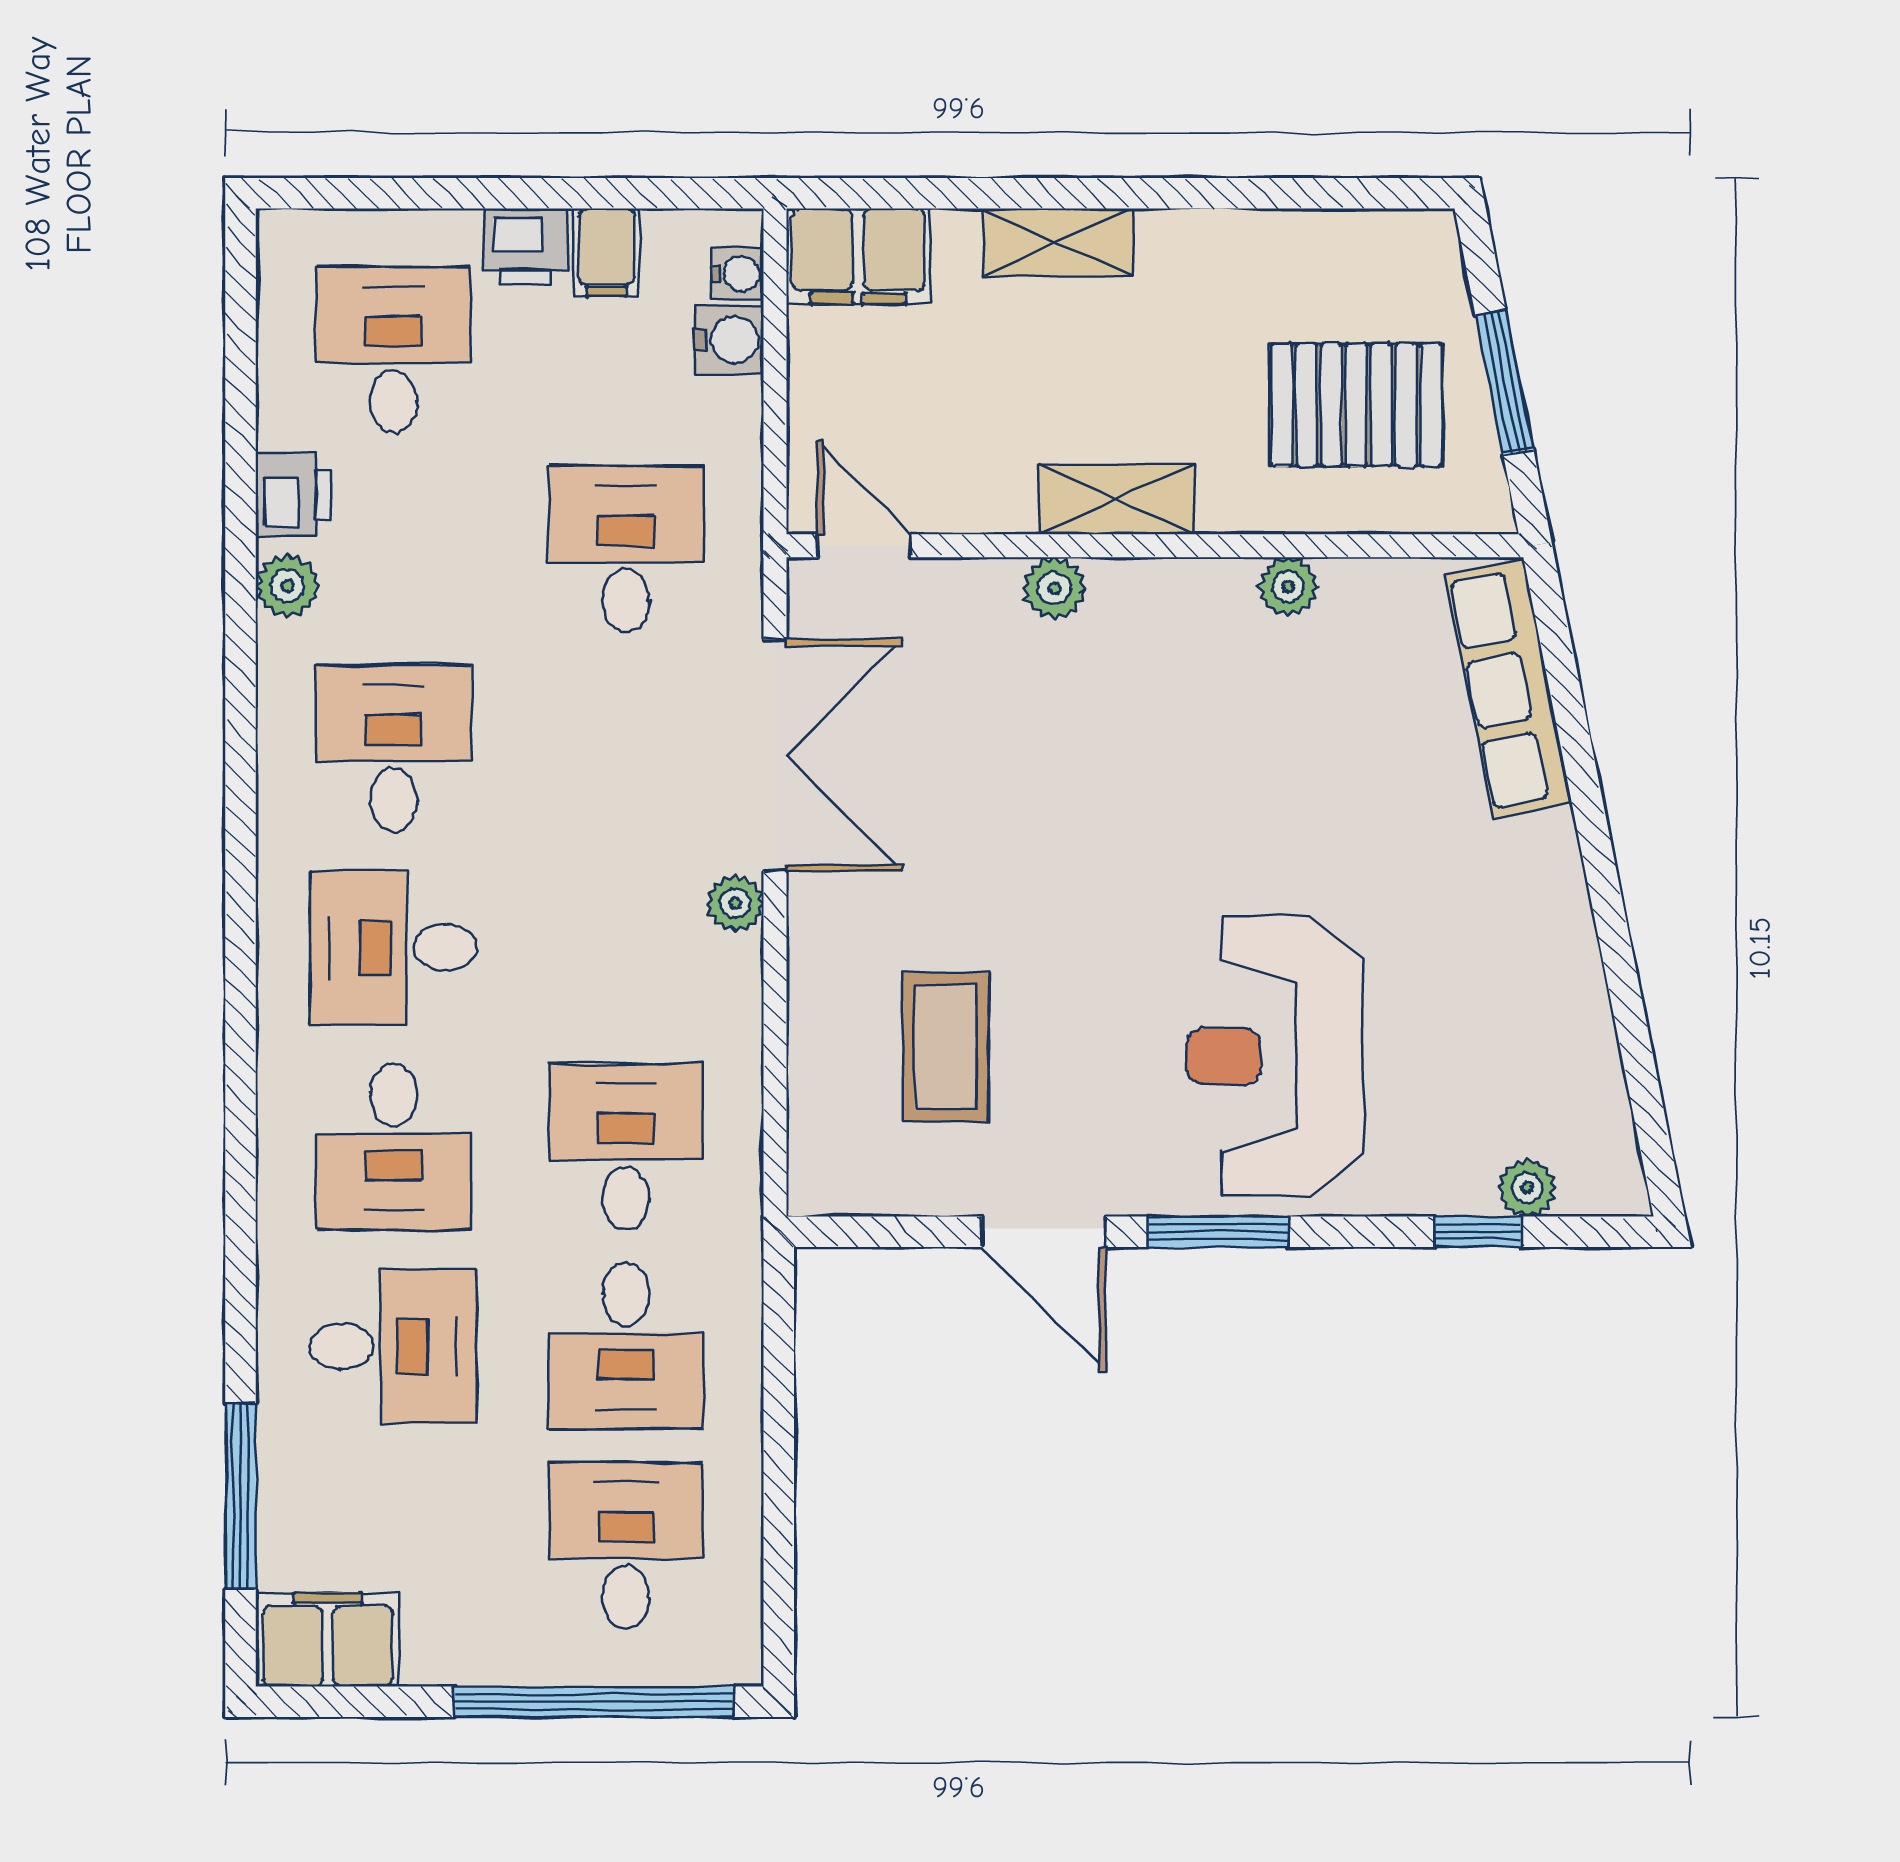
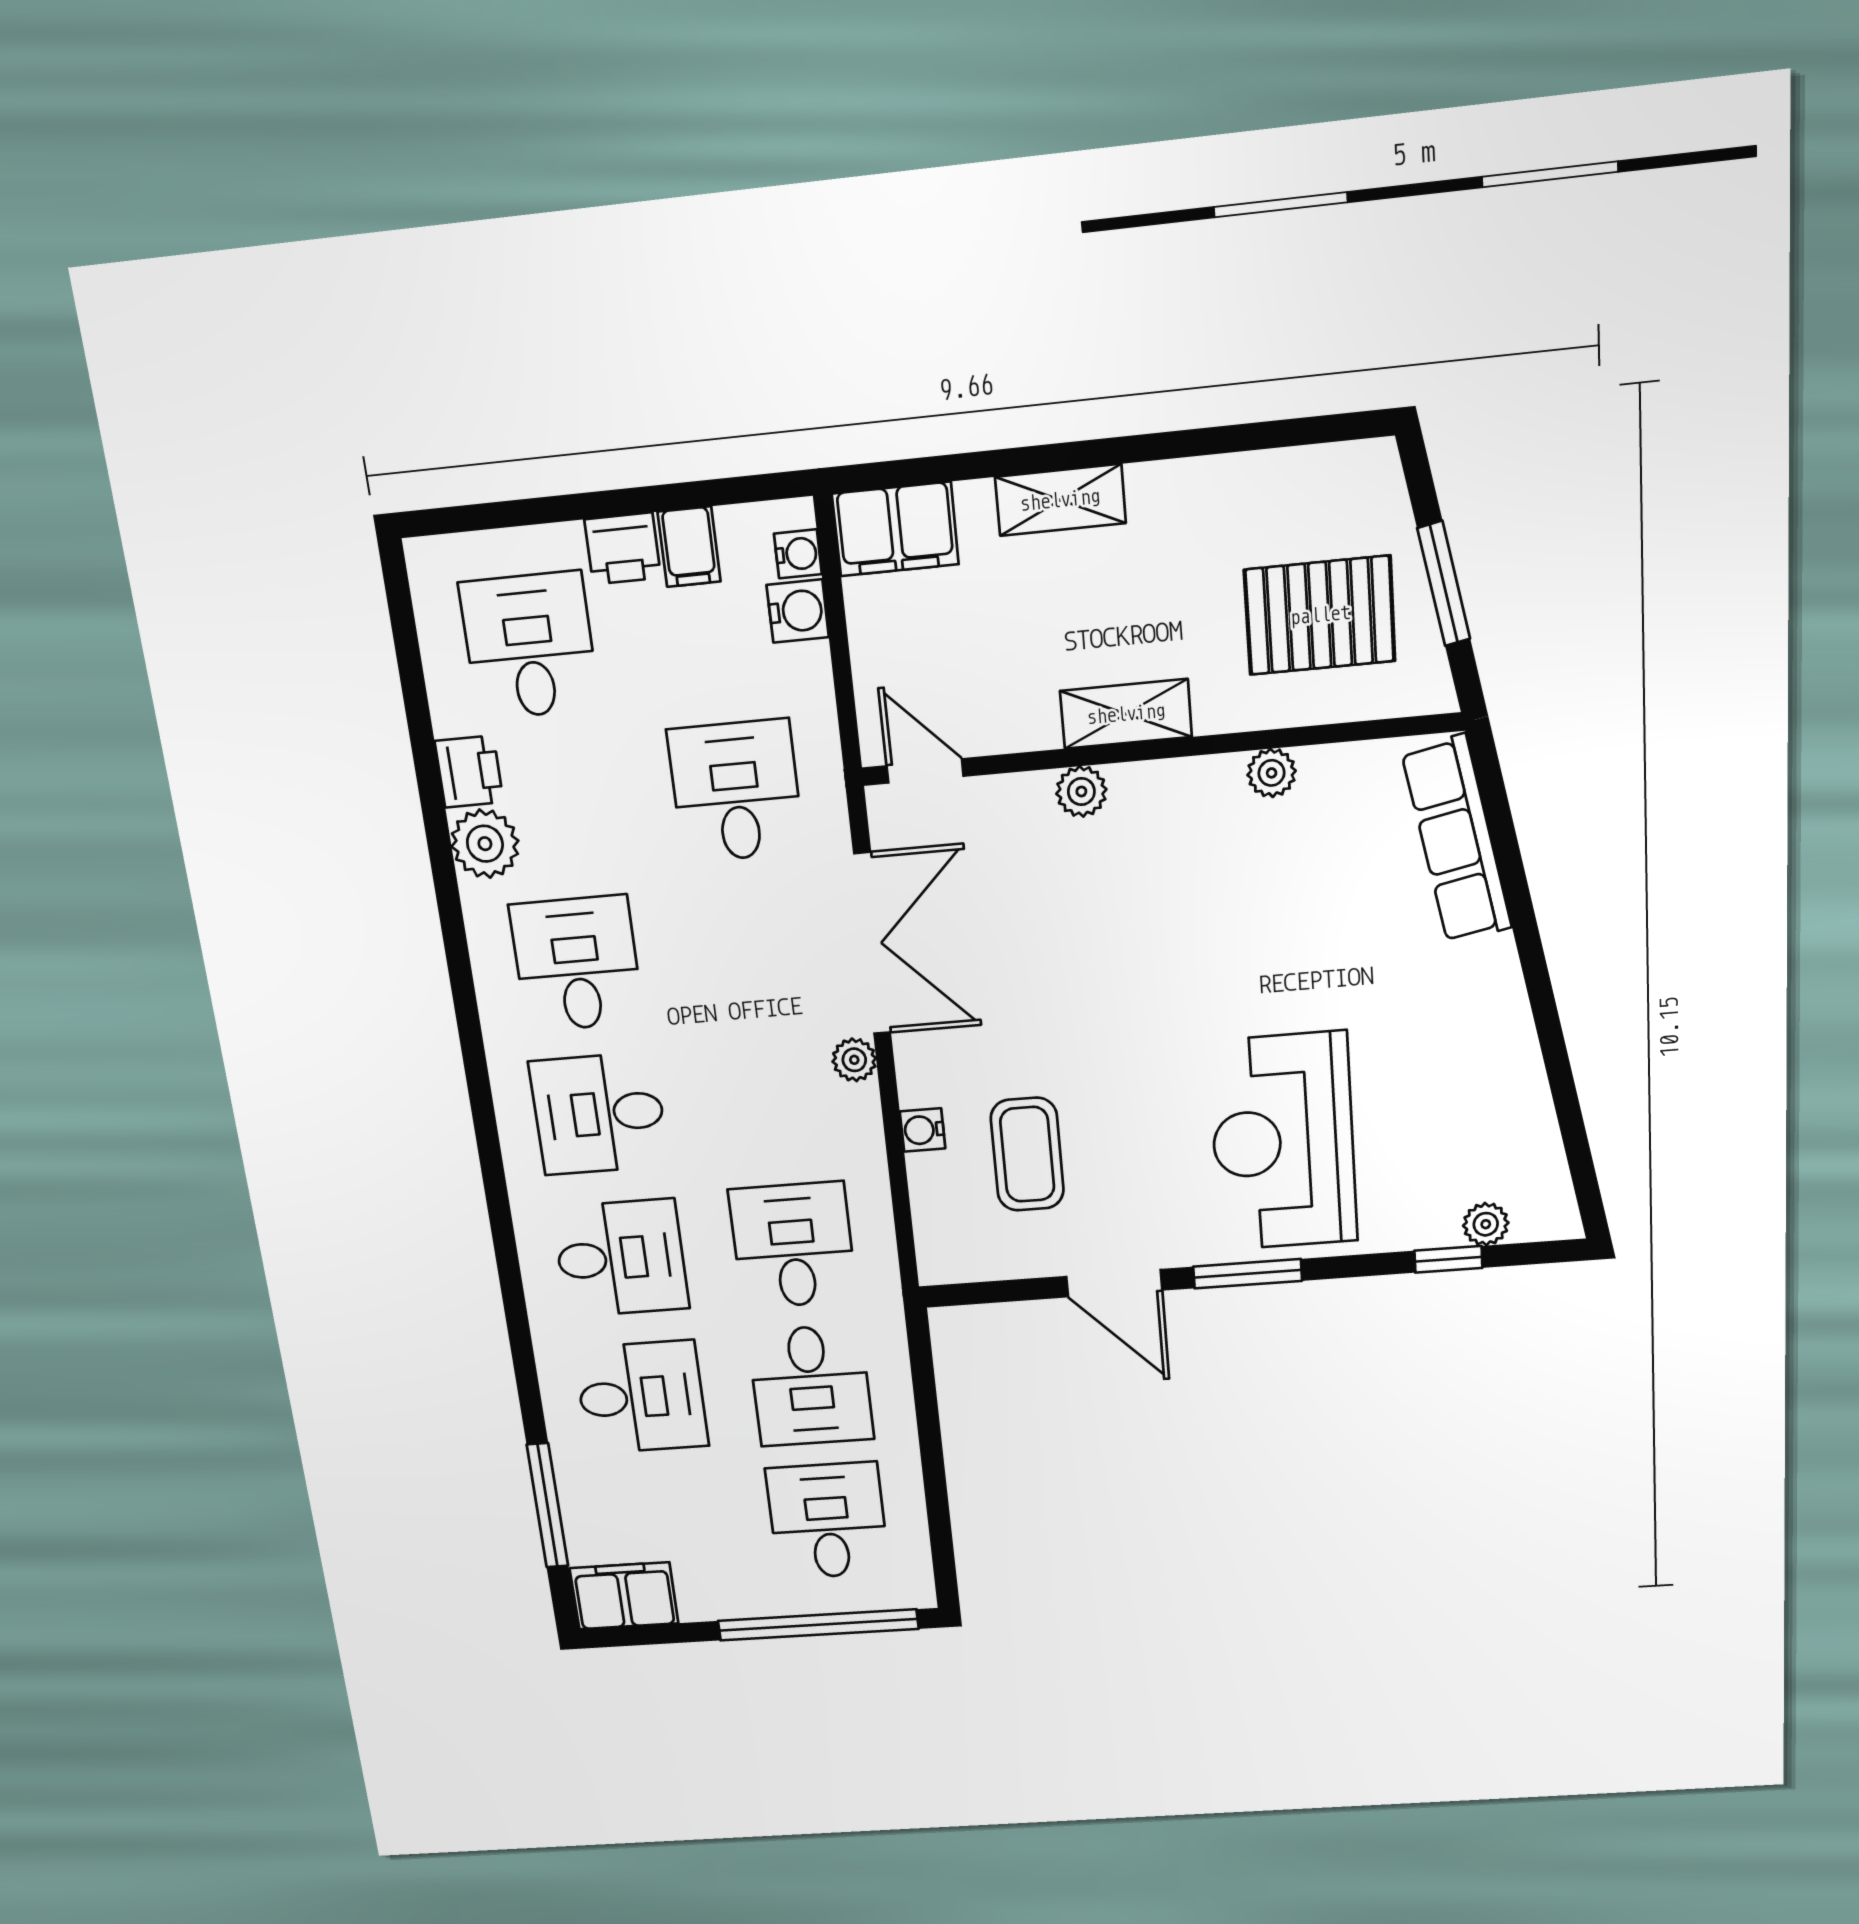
plant: (287, 586) -> (485, 844), width x1.38, depth x1.38
water cooler: (813, 1003) -> (923, 1130), added
desk: (393, 1147) -> (621, 1258), turned -90

